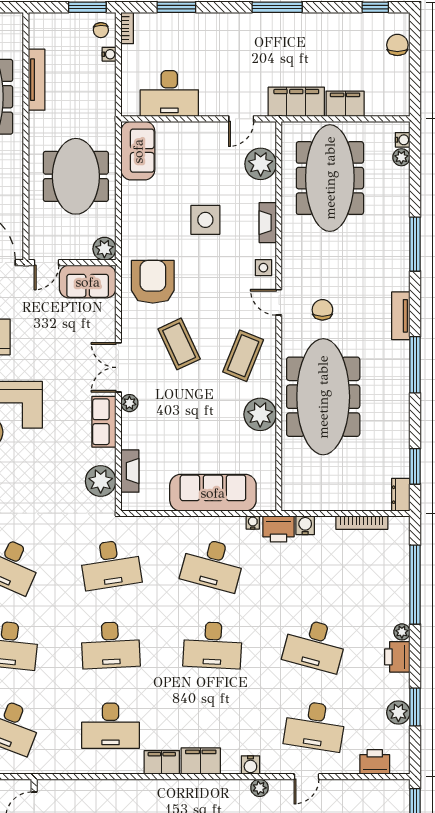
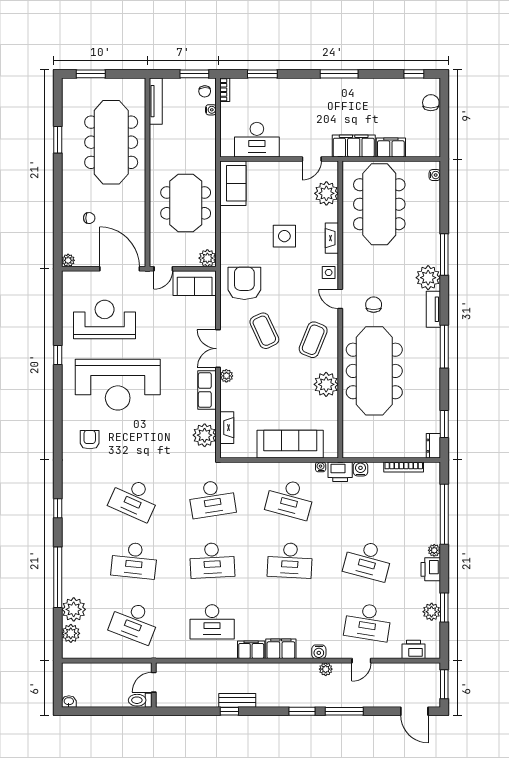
tv unit: (37, 80) -> (156, 101), moved
plant: (401, 157) -> (428, 278), moved, width x1.88, depth x1.88

